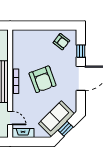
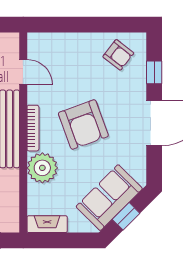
plant: (20, 103) -> (42, 168), added
door: (10, 118) -> (23, 72), moved

